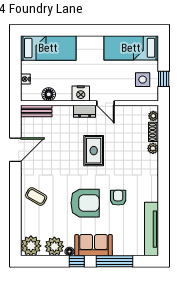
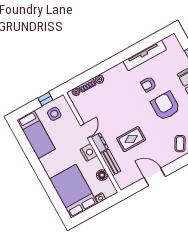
bed: (48, 48) -> (74, 191), width x1.50
bench: (36, 111) -> (111, 162), moved
rug: (94, 151) -> (131, 139), moved
tv unit: (151, 229) -> (145, 55), moved

